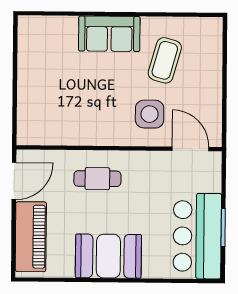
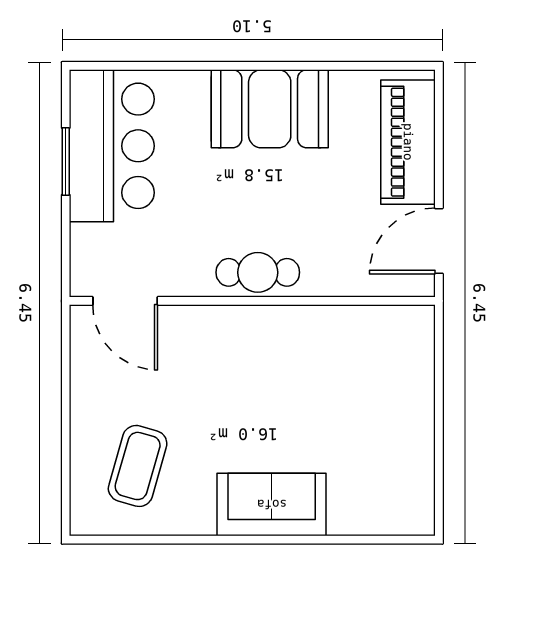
coffee table: (165, 60) -> (138, 466), moved
side table: (150, 114) -> (199, 362), removed
cafe table: (97, 179) -> (258, 272), moved

